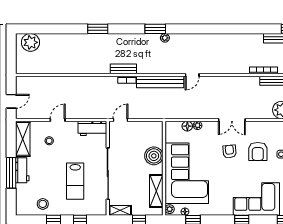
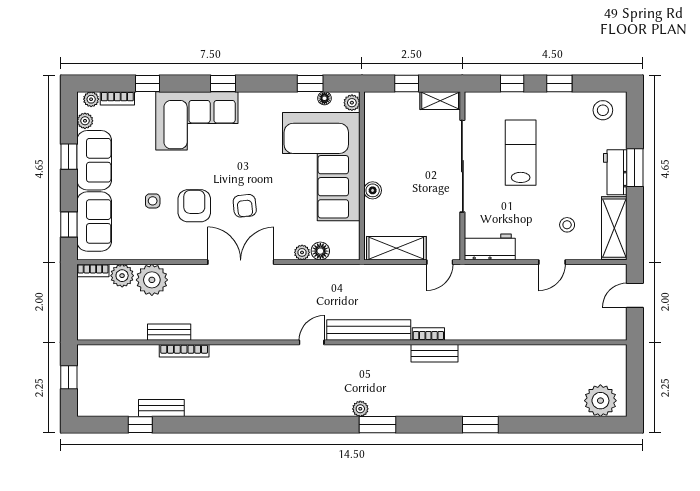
double door: (232, 120) -> (241, 262), width x1.37
boiler: (154, 156) -> (373, 190), width x0.54, depth x0.54
window: (11, 173) -> (635, 168), width x0.69
shelving: (156, 191) -> (396, 248), moved, turned 90
stool: (43, 204) -> (603, 110), moved

